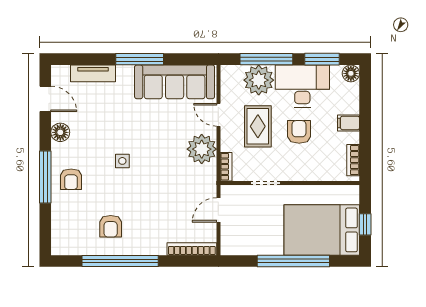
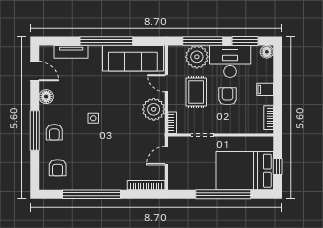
window: (140, 59) -> (106, 41), width x1.46
armchair: (111, 226) -> (58, 168), moved

